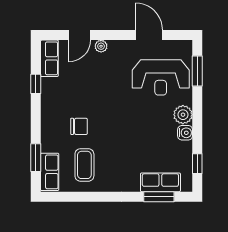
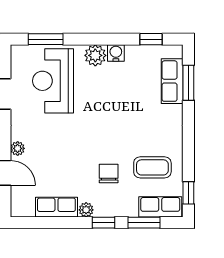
row of seats: (49, 58) -> (56, 207), moved
reception desk: (161, 77) -> (53, 81), turned 180
window: (36, 84) -> (103, 223), moved
plant: (47, 107) -> (86, 210), added
window: (62, 197) -> (188, 193), added

